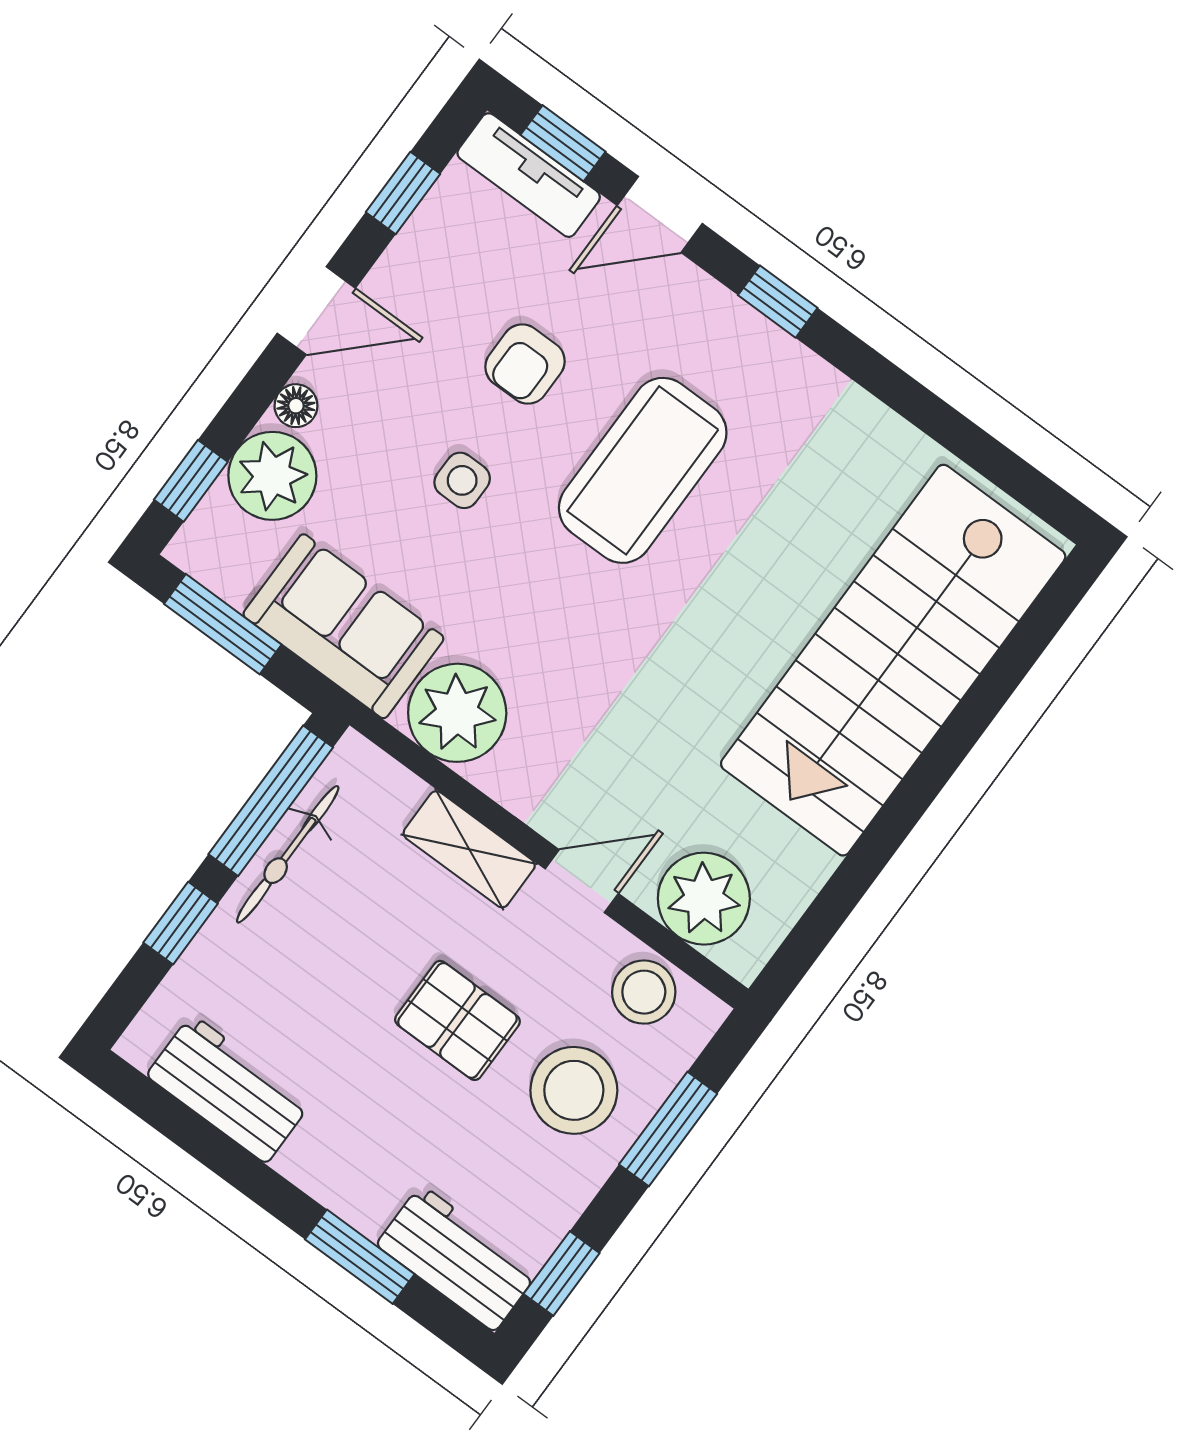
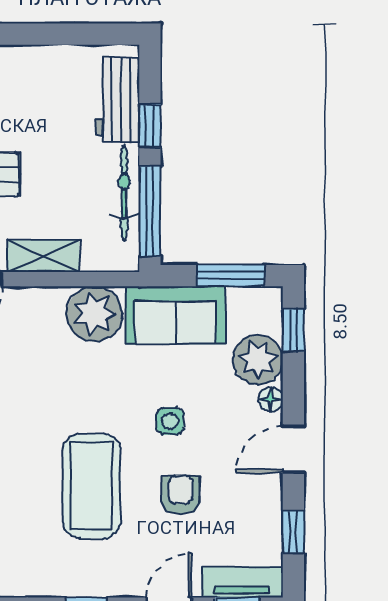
workbench: (229, 1089) -> (117, 100), moved, turned 90

